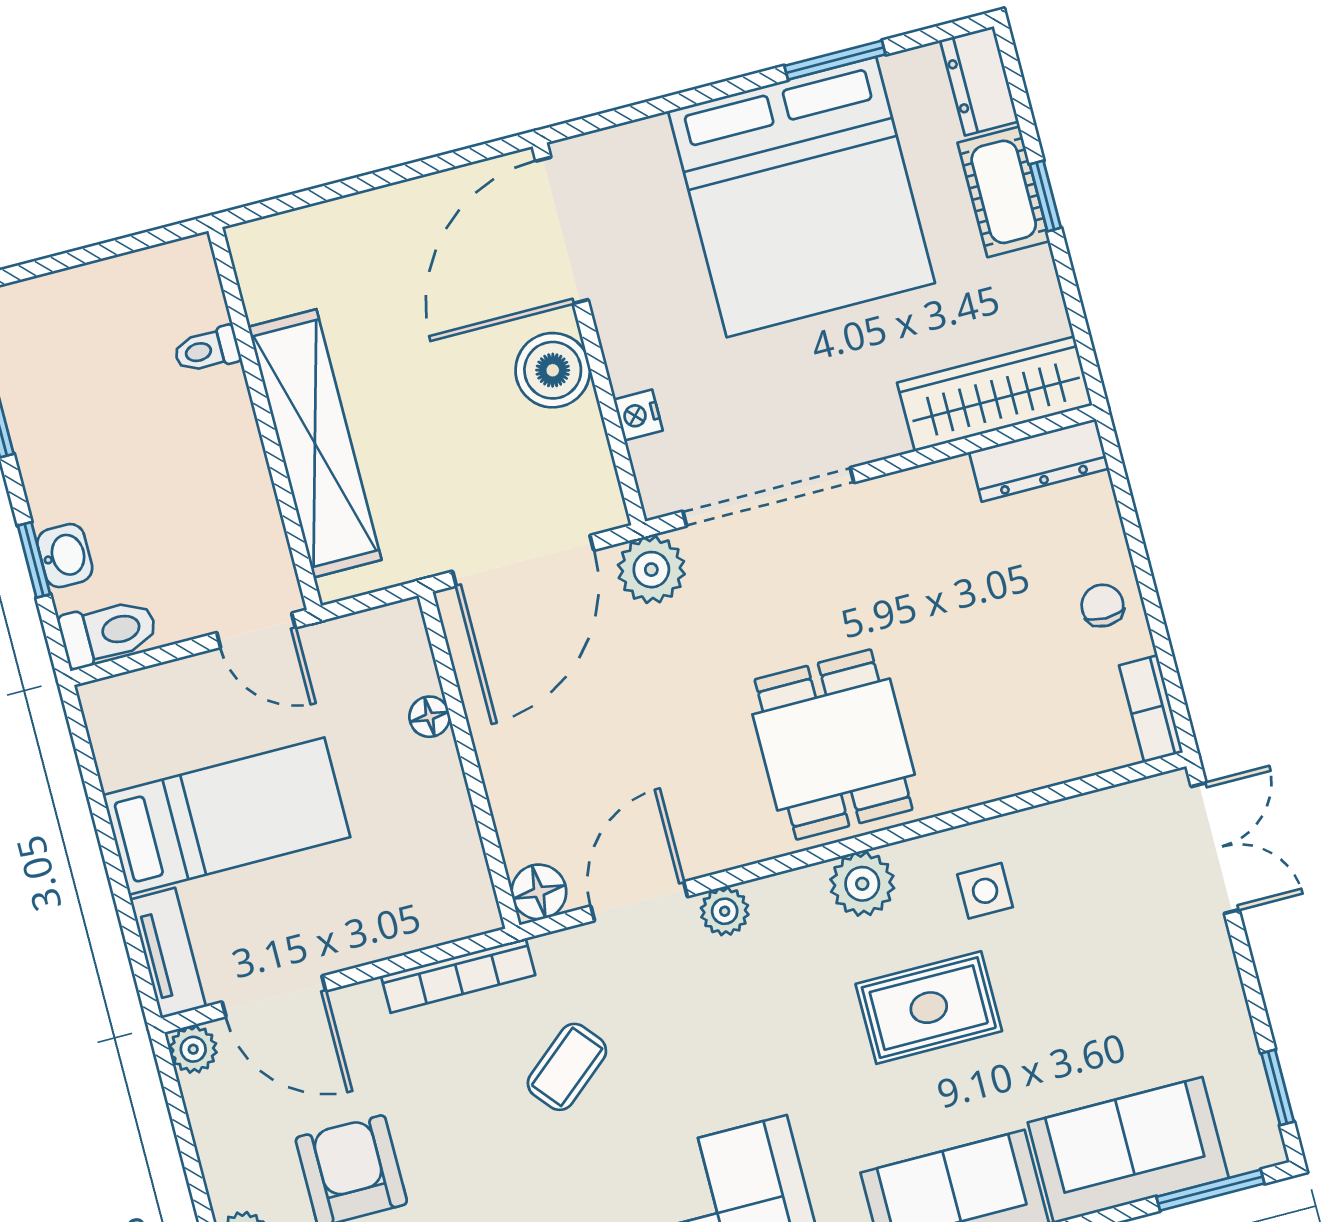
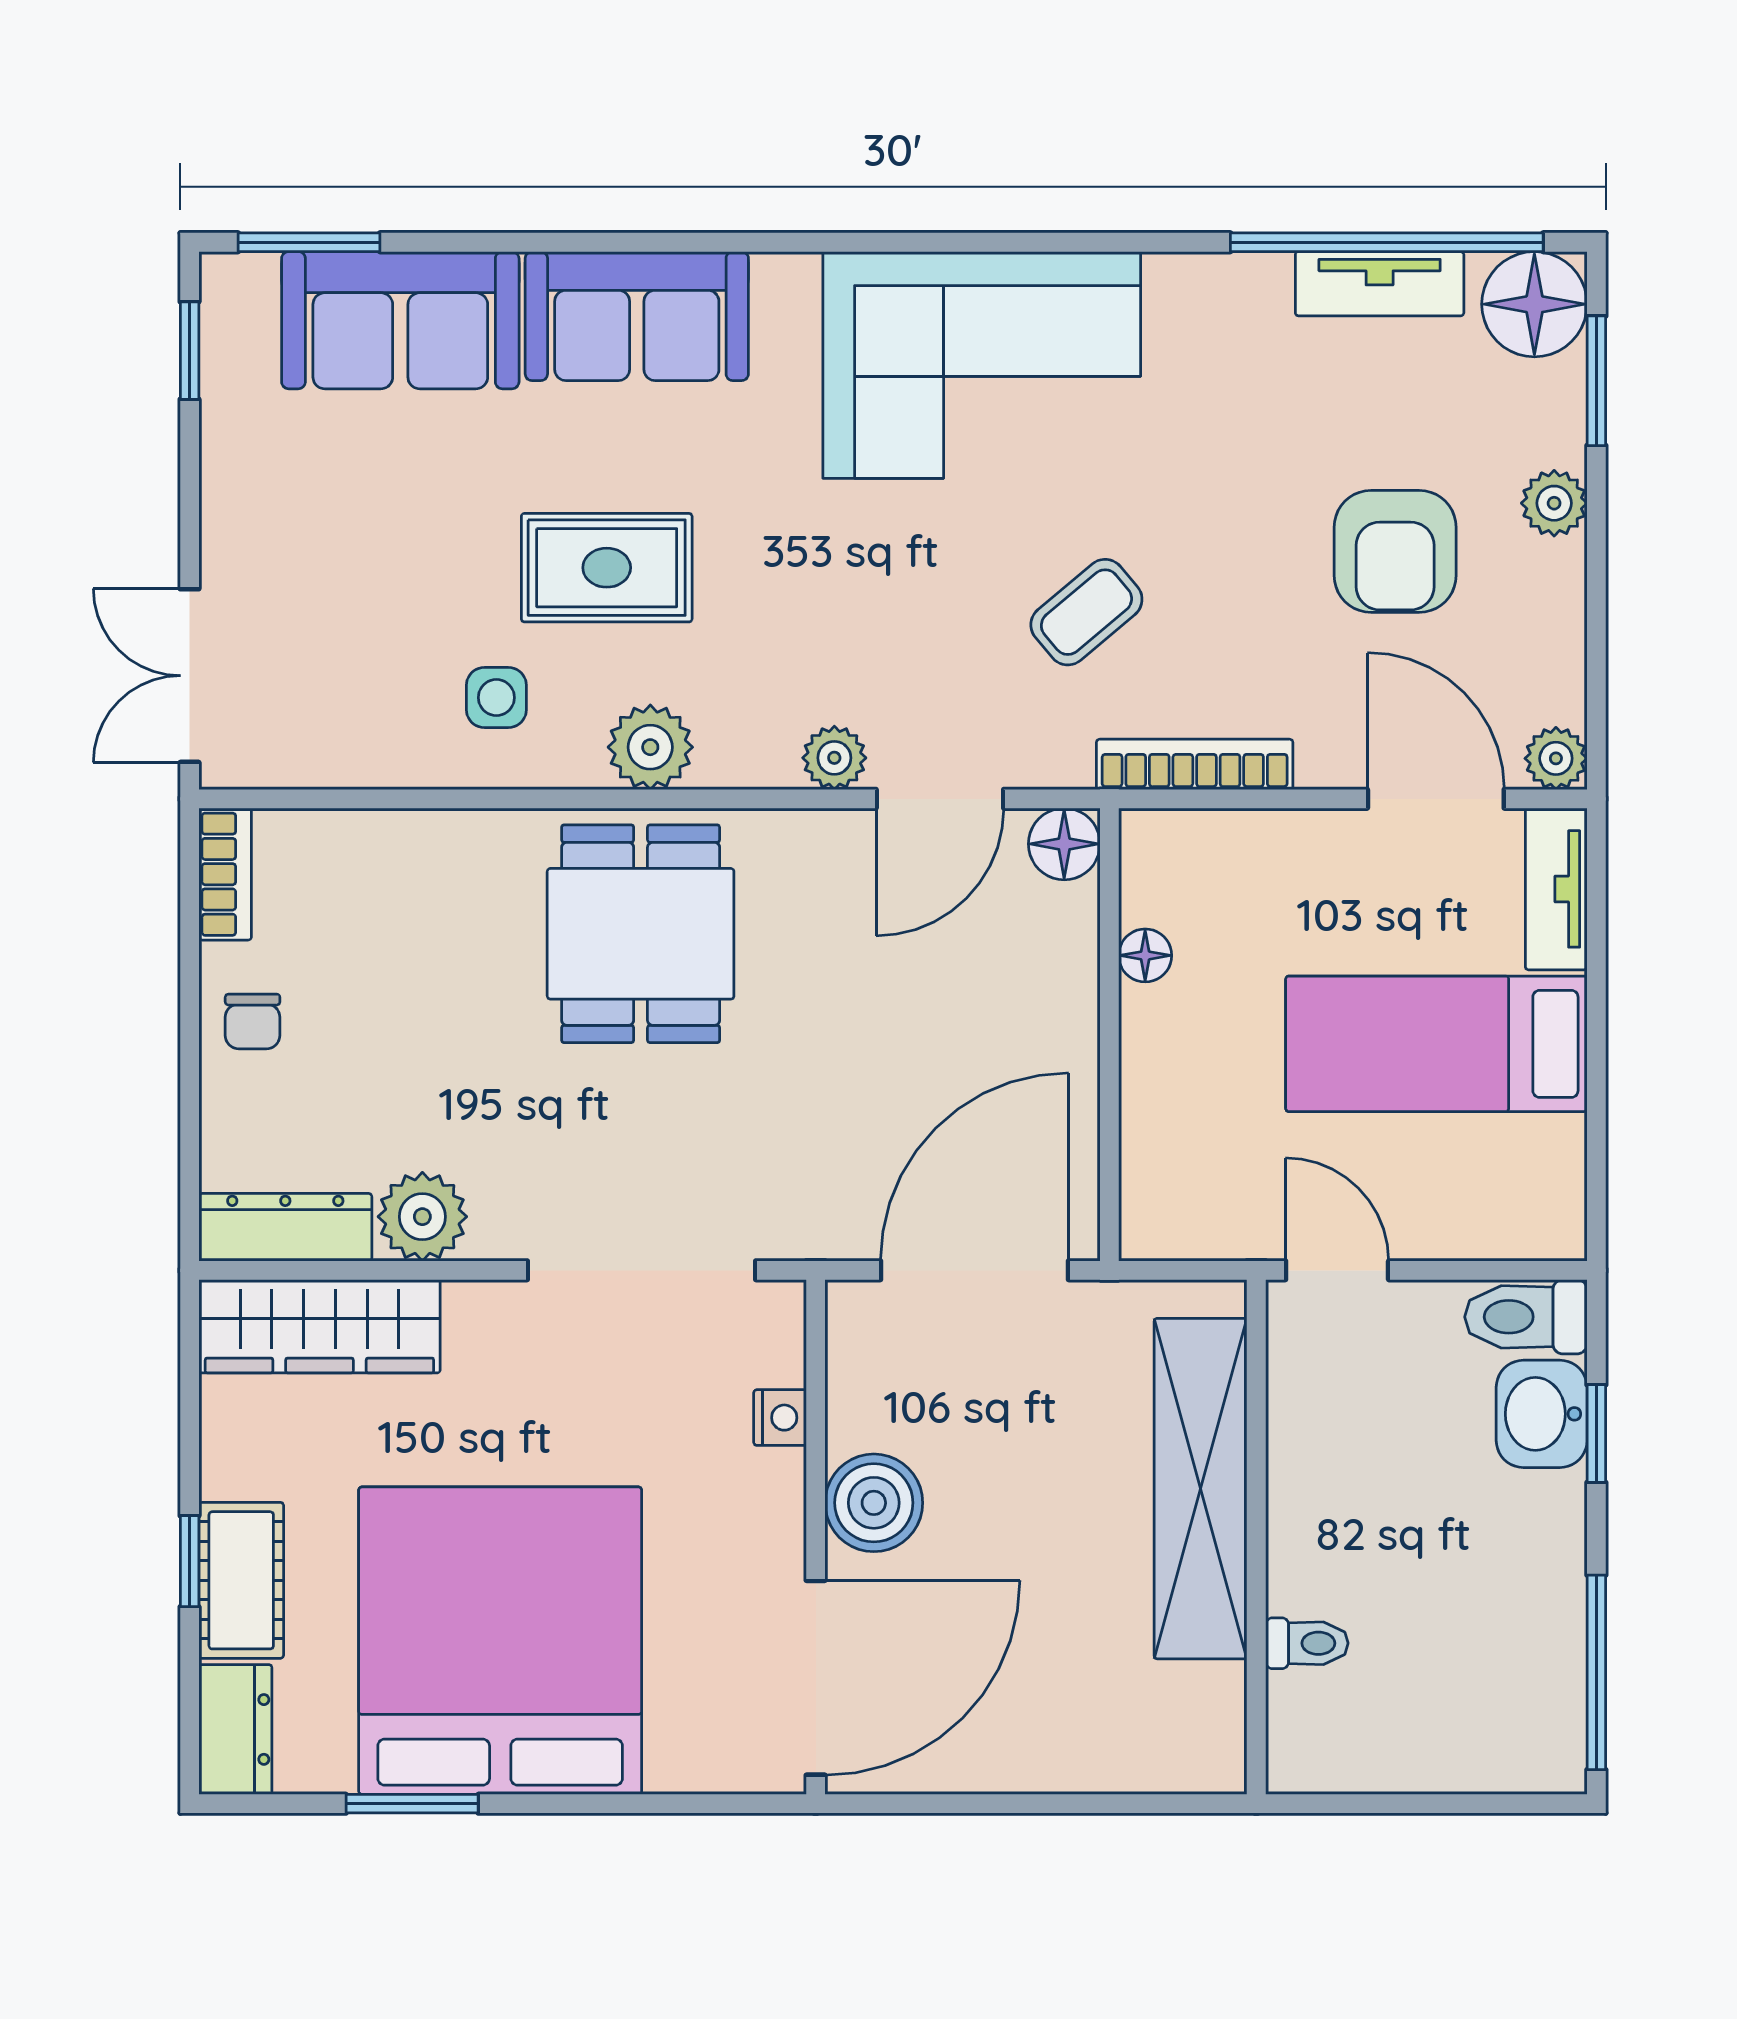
washbasin: (65, 556) -> (1542, 1414), width x1.38, depth x1.45
plant: (651, 570) -> (422, 1217), moved
floor lamp: (430, 717) -> (1145, 955), moved

